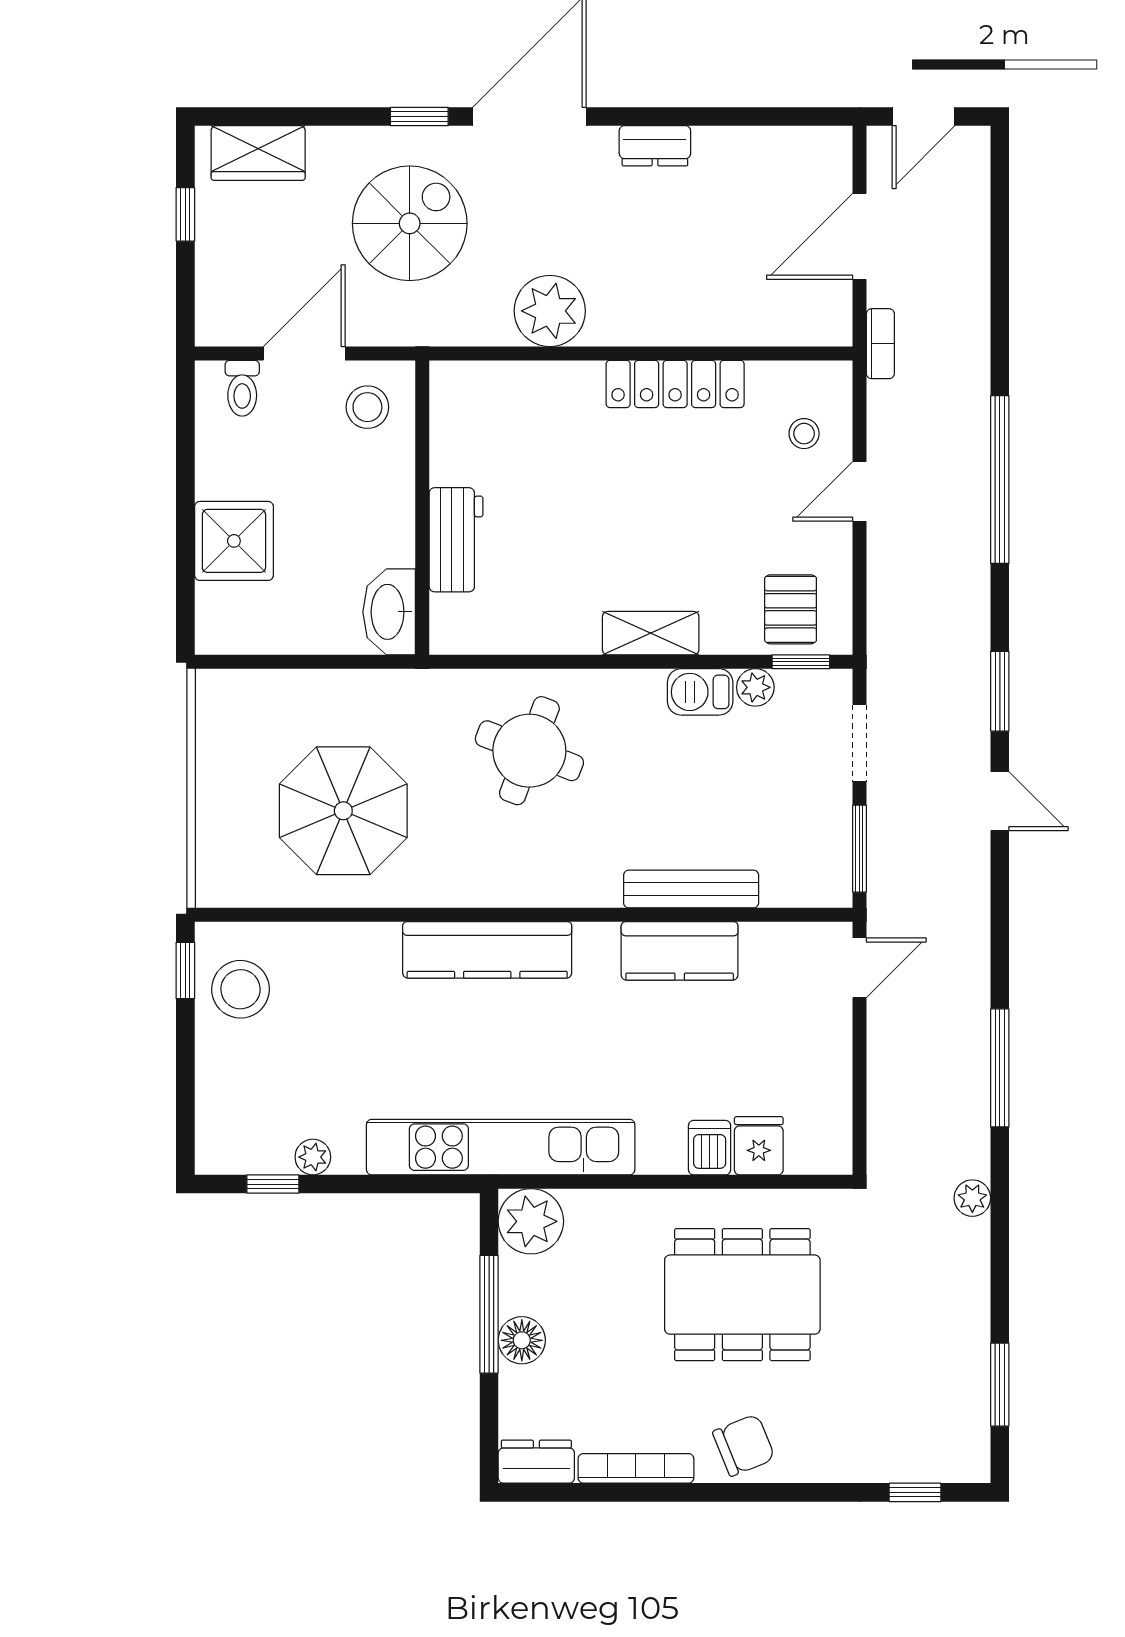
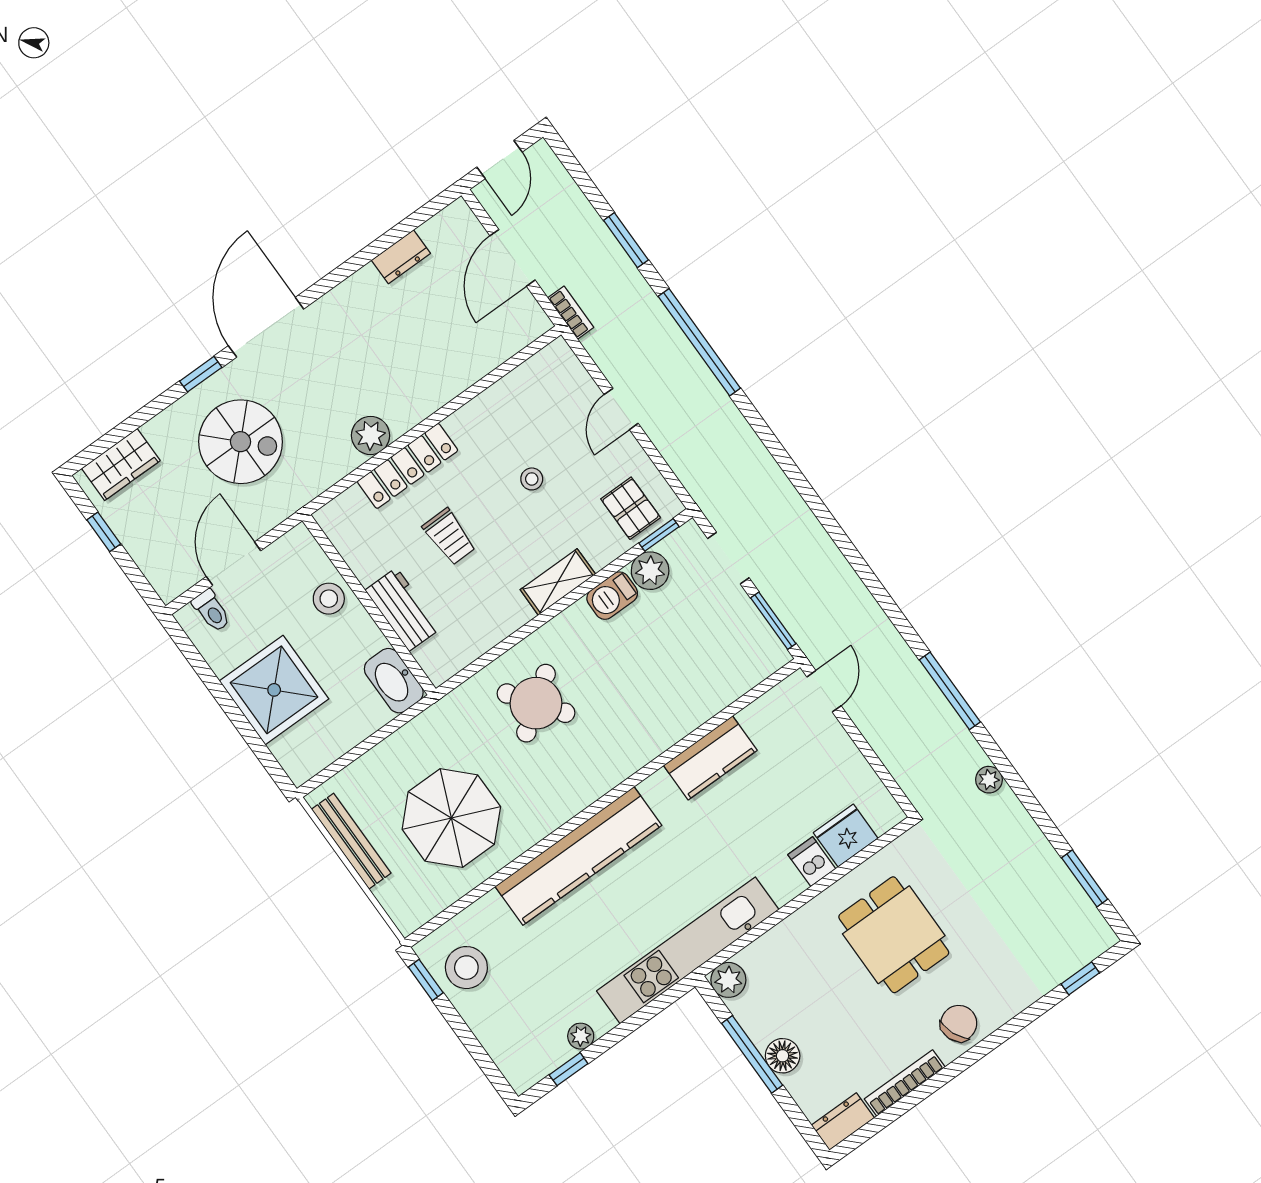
dresser: (655, 146) -> (401, 257), moved
spiral stairs: (410, 223) -> (241, 442), turned 90
plant: (550, 311) -> (371, 435), width x0.73, depth x0.73
locker: (675, 384) -> (408, 466), moved
stool: (367, 407) -> (329, 599), moved
stool: (804, 434) -> (532, 479), moved
trolley: (566, 496) -> (449, 537), added
shower: (234, 541) -> (274, 690), width x1.37, depth x1.37
plant: (755, 687) -> (650, 571), width x1.38, depth x1.38
window: (1000, 691) -> (626, 240), moved
round table: (529, 751) -> (536, 703), turned 33
door: (1000, 801) -> (836, 533), removed
bench: (691, 889) -> (351, 841), moved, turned 90
kitchen counter: (487, 950) -> (578, 856), width x1.39, depth x1.17
fridge: (759, 1146) -> (846, 836), width x1.38
plant: (531, 1221) -> (728, 980), width x0.73, depth x0.73
dining table: (742, 1295) -> (894, 935), width x0.73

